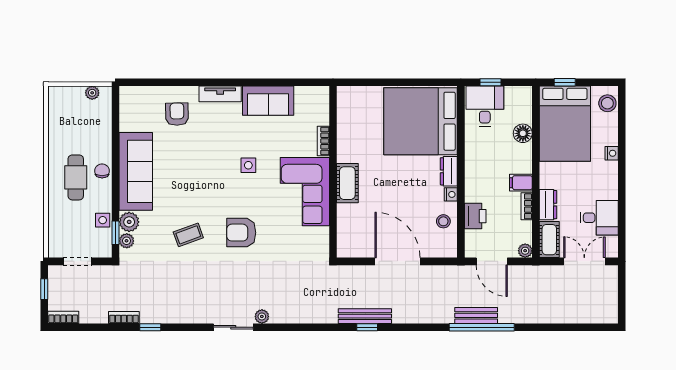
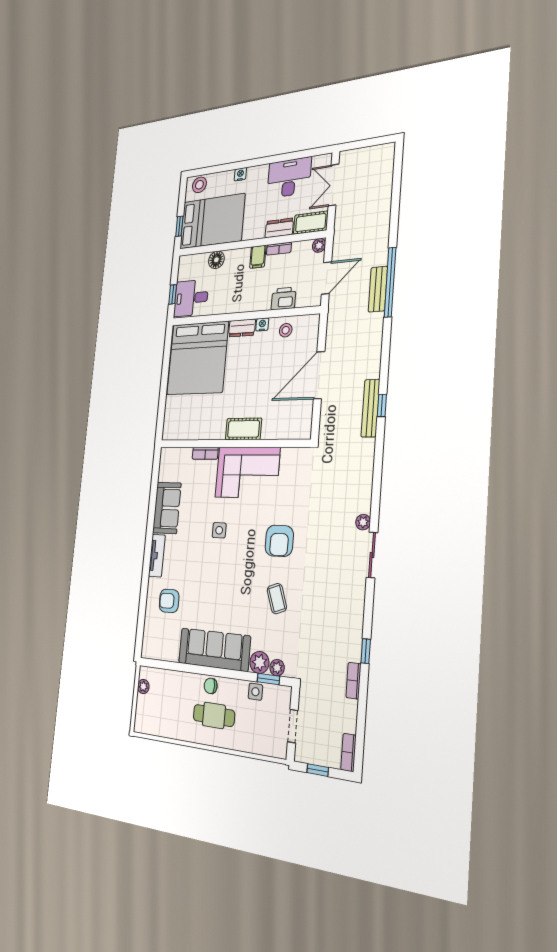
desk: (599, 218) -> (289, 178), width x1.37

